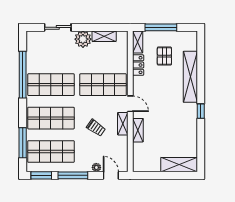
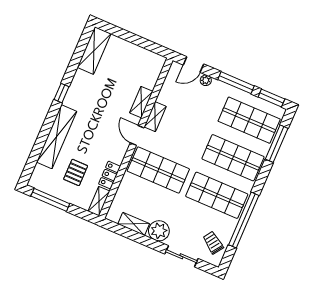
window: (161, 27) -> (50, 200), moved
trolley: (96, 128) -> (213, 243), moved
shelving: (179, 165) -> (94, 51), moved, turned 90
door: (111, 175) -> (193, 64), hinge flipped

